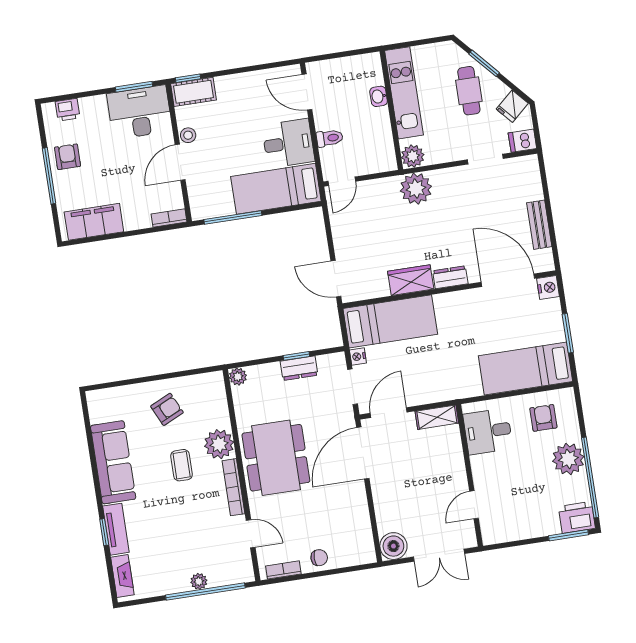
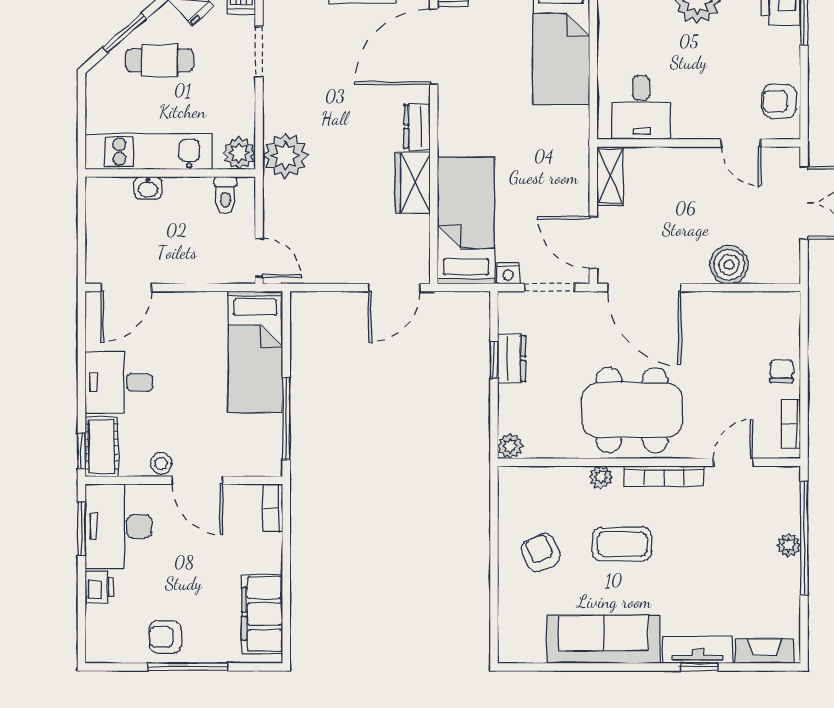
printer: (68, 110) -> (99, 587), moved
toilet: (330, 138) -> (225, 195), moved, turned 180
desk: (288, 143) -> (119, 382), moved, turned -90
armchair: (543, 418) -> (779, 101), moved
plant: (219, 444) -> (601, 477), width x0.53, depth x0.53
coffee table: (182, 465) -> (622, 544), width x1.36, depth x1.30
boiler: (393, 546) -> (729, 265), moved

